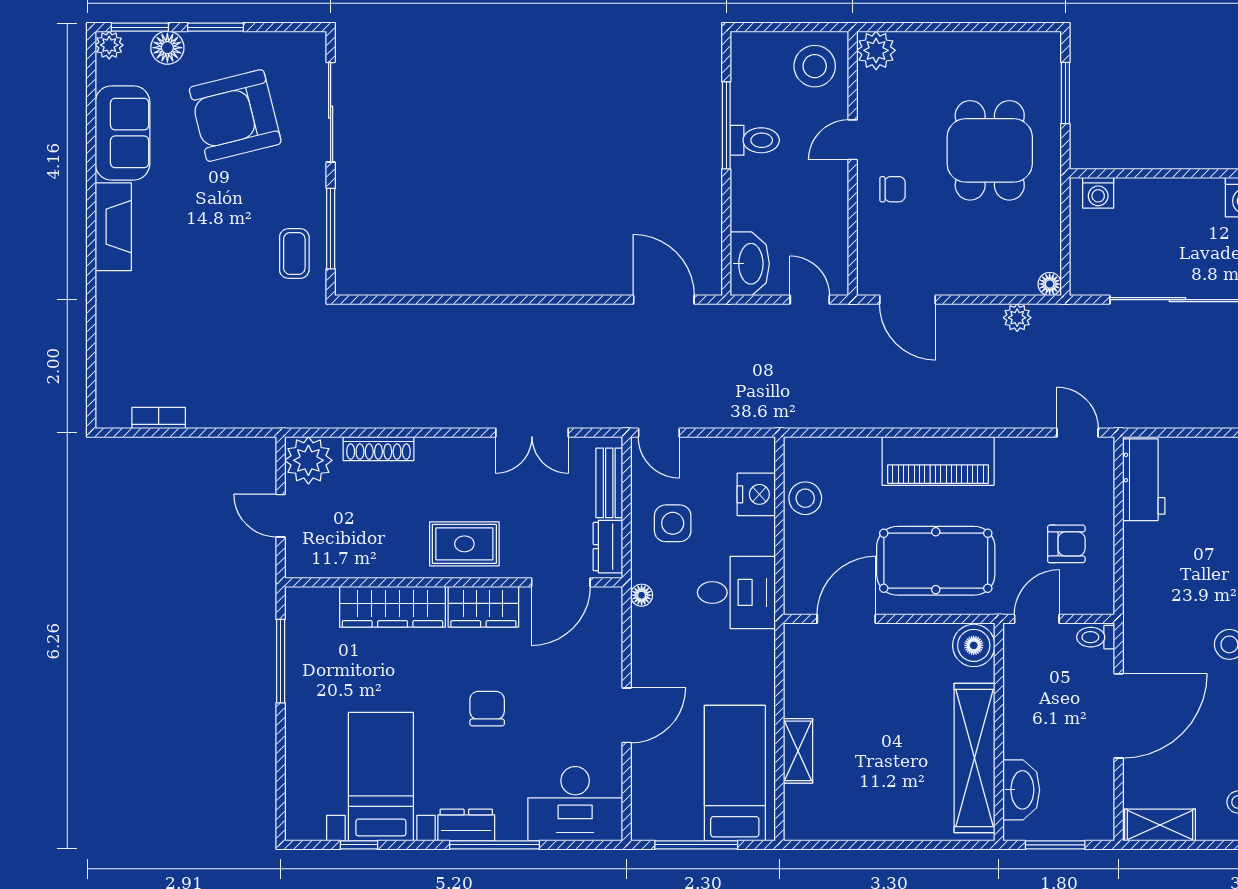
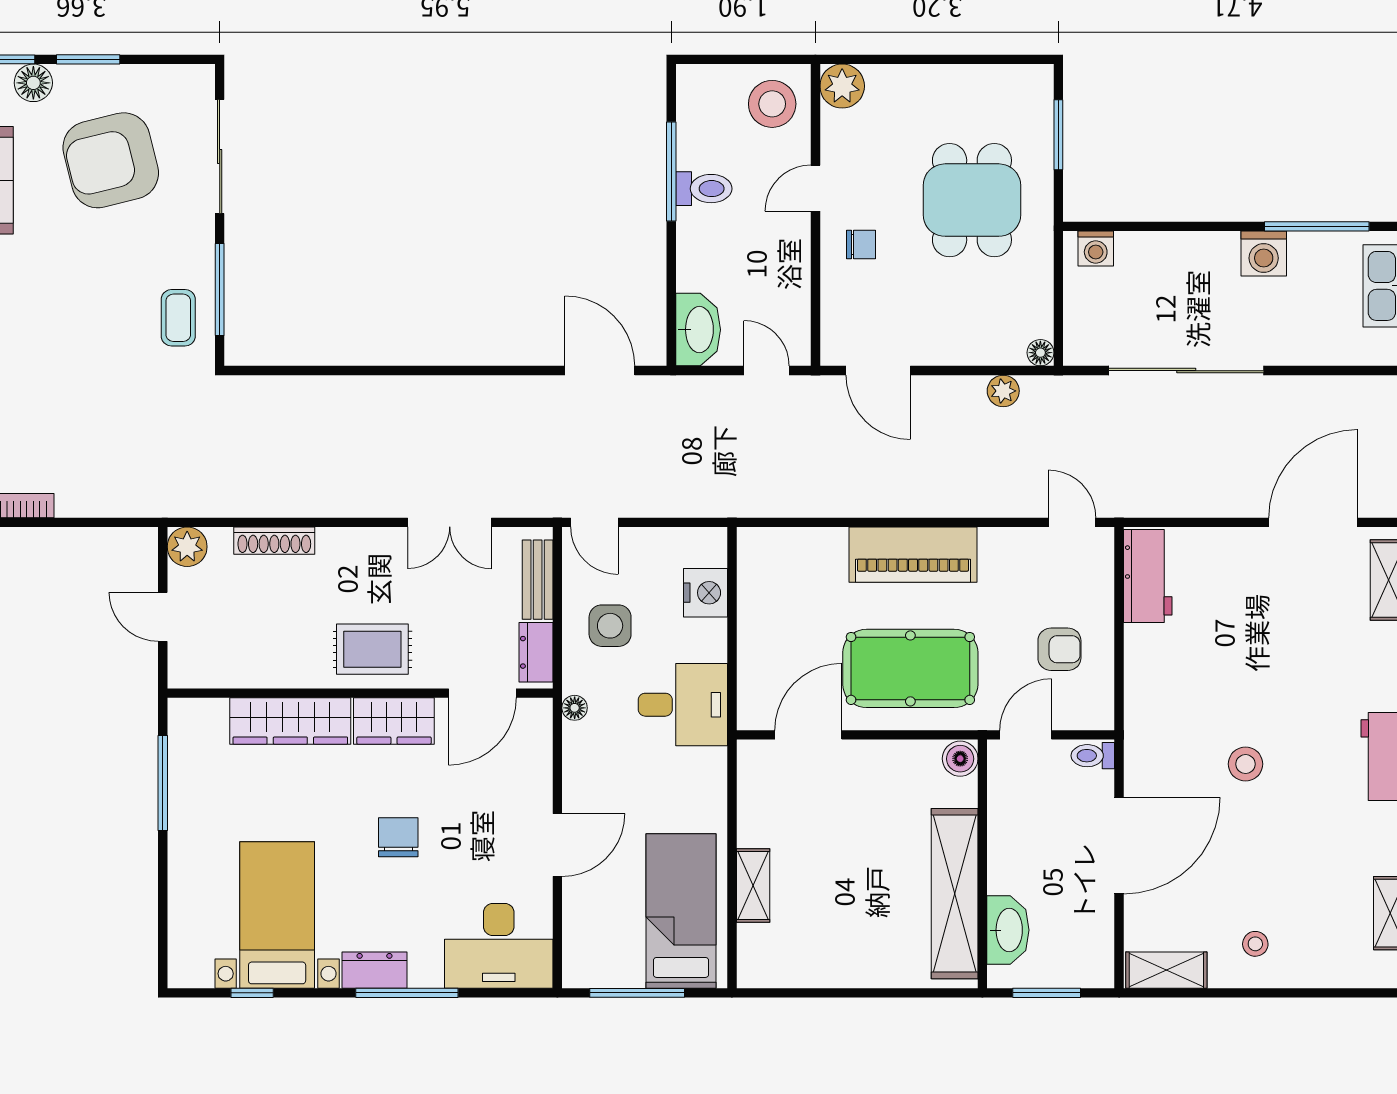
plant: (308, 460) -> (187, 547), width x0.73, depth x0.73
stool: (805, 498) -> (761, 597), removed
boiler: (974, 645) -> (960, 759), width x0.73, depth x0.73

